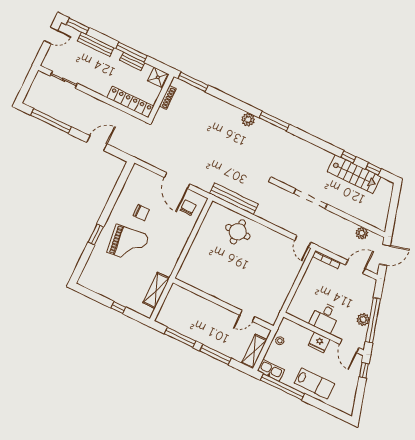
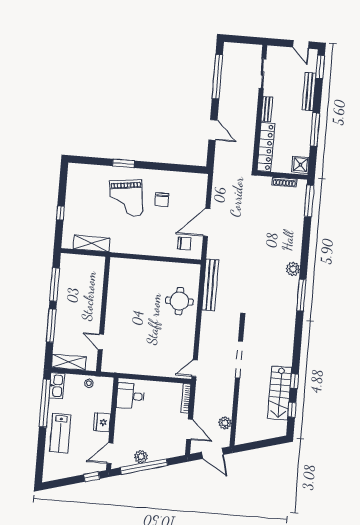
bench: (132, 61) -> (267, 109), moved
desk: (325, 317) -> (131, 396), moved

